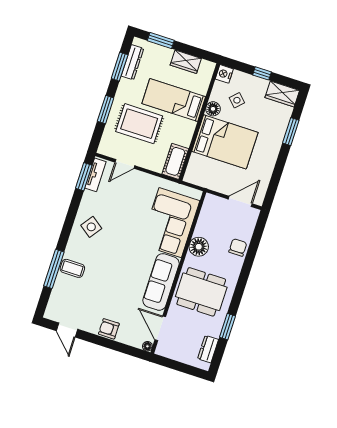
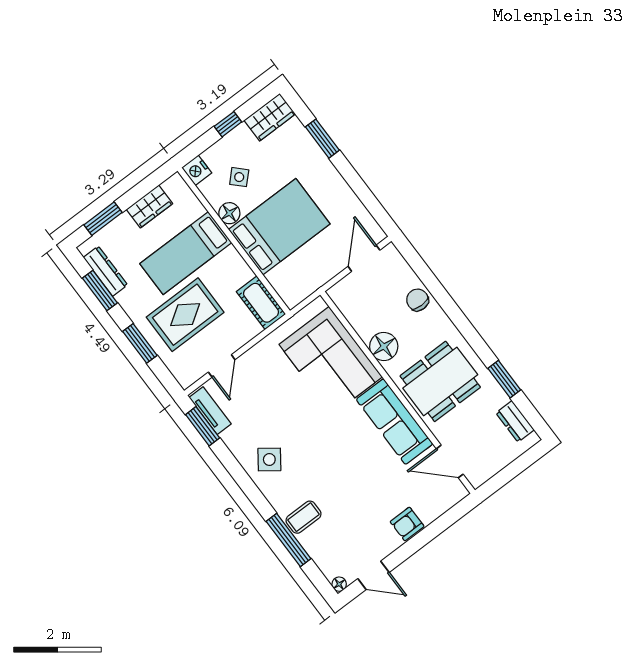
floor lamp: (147, 346) -> (339, 584), moved

